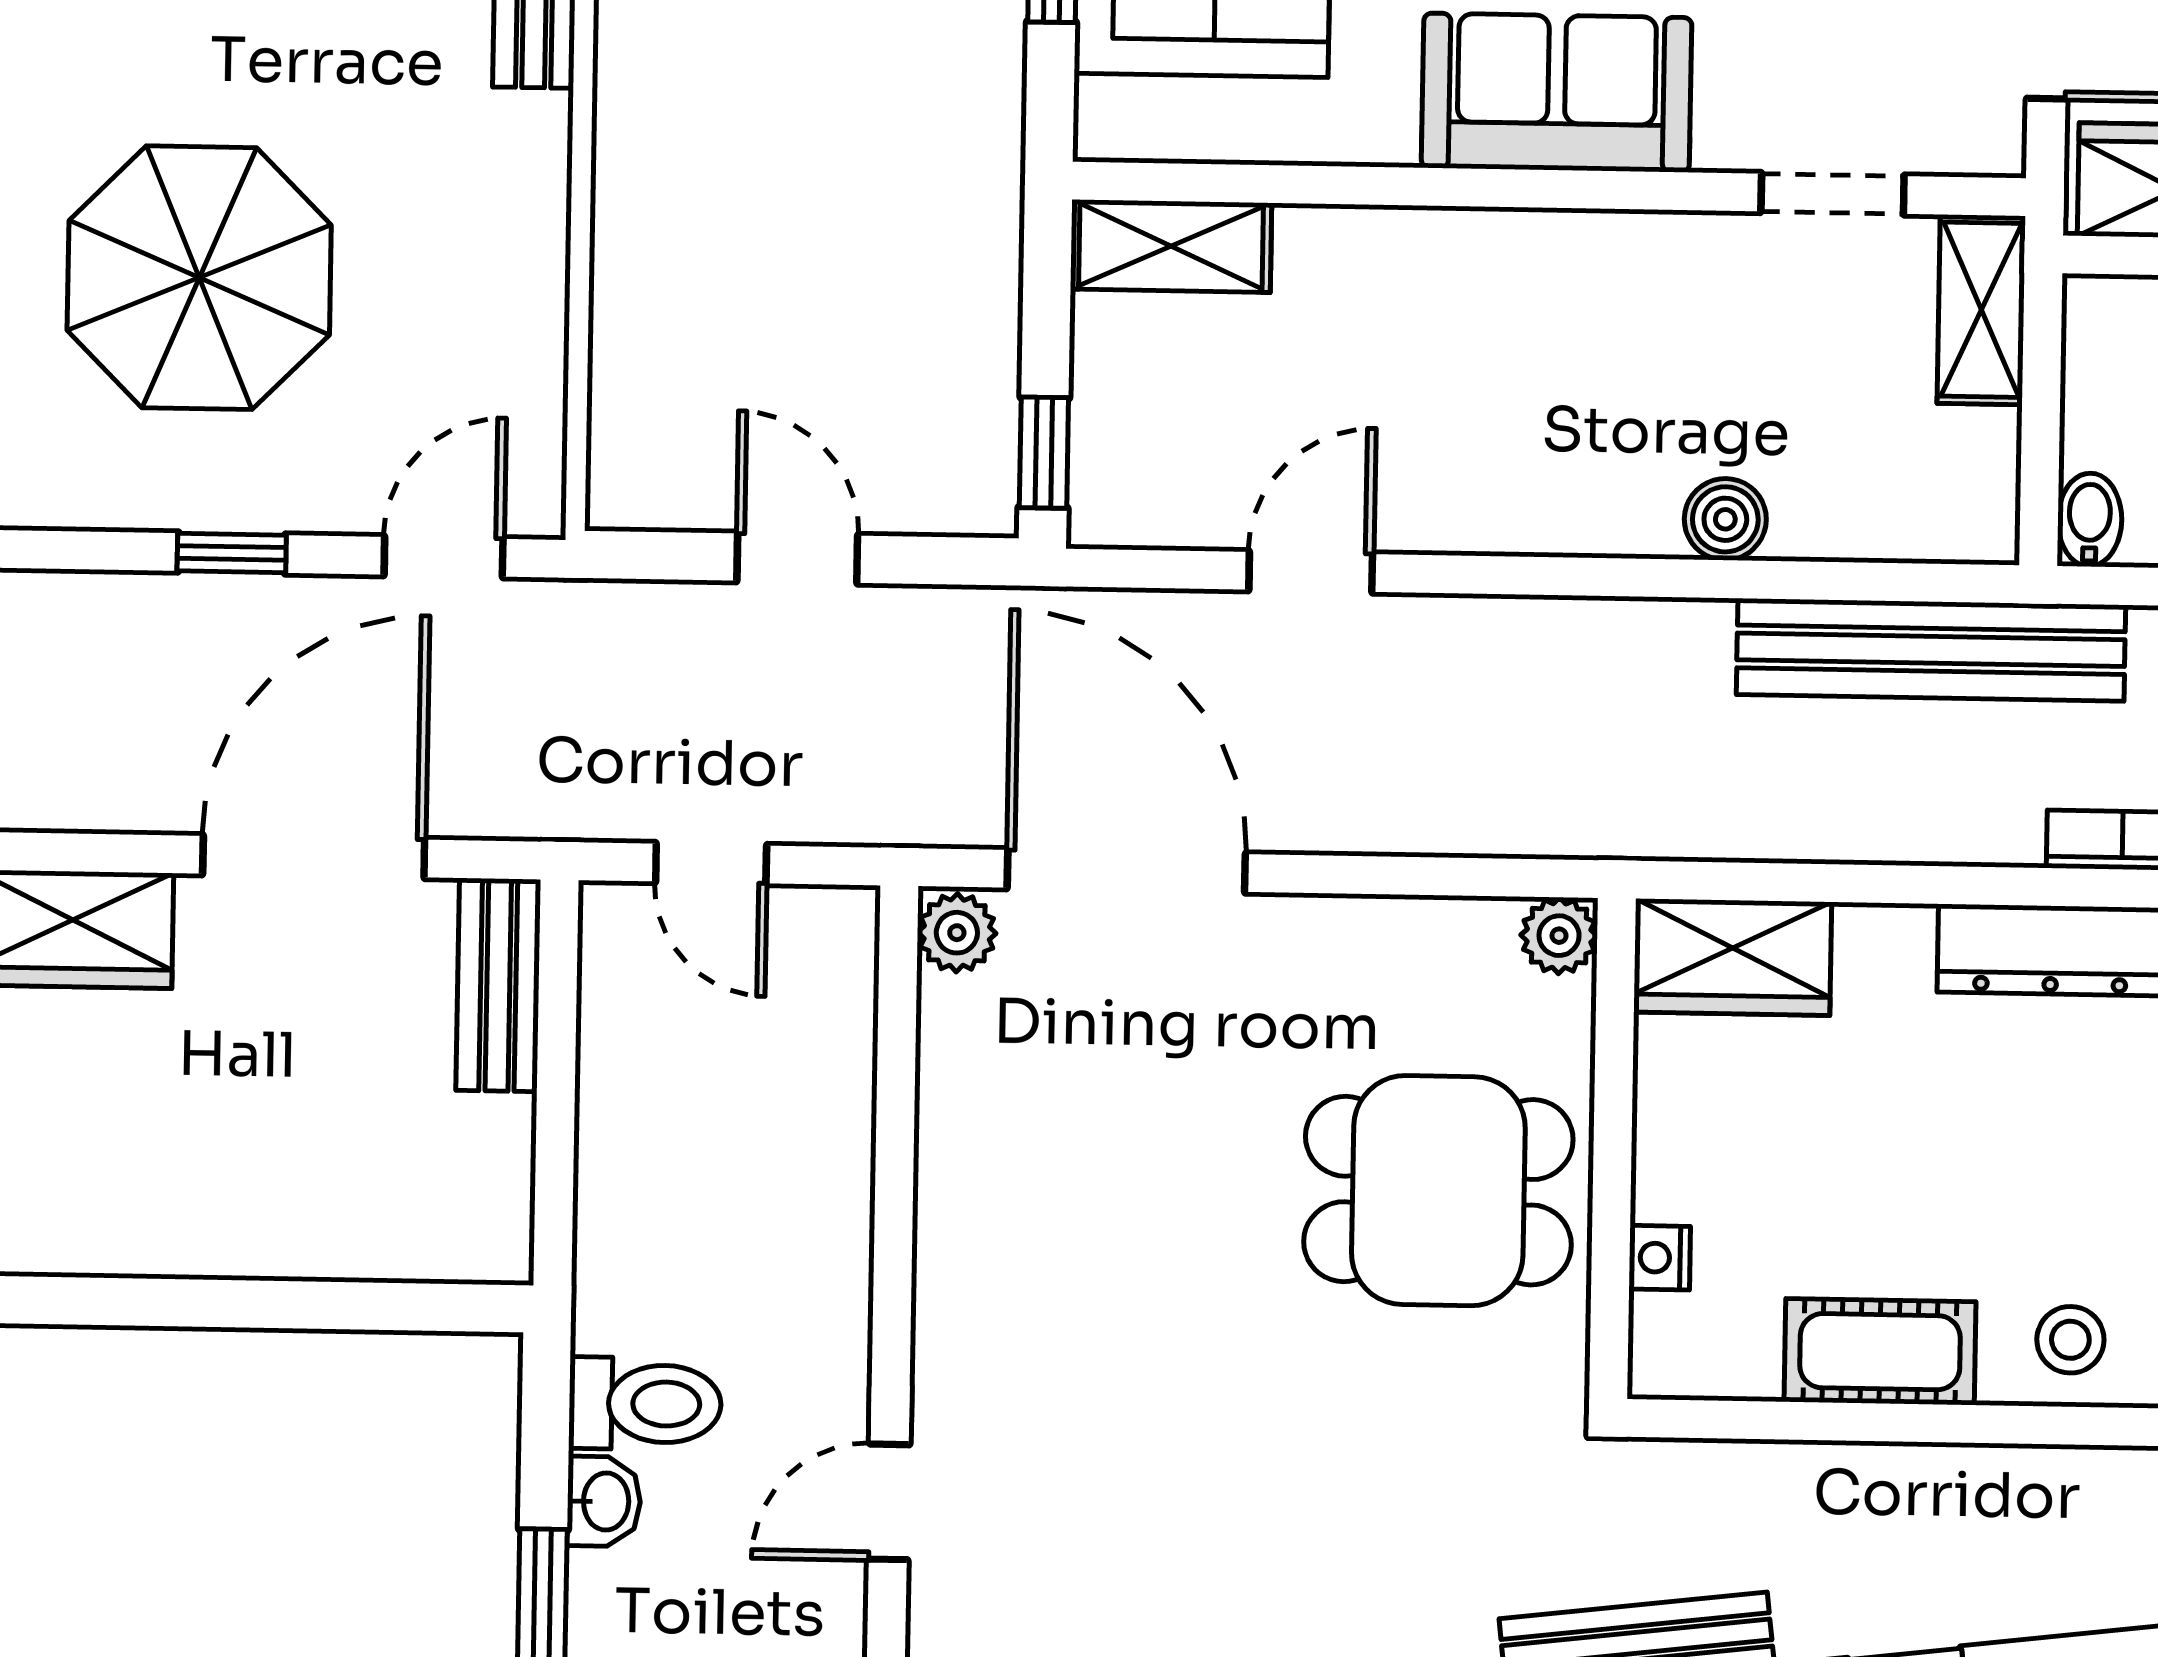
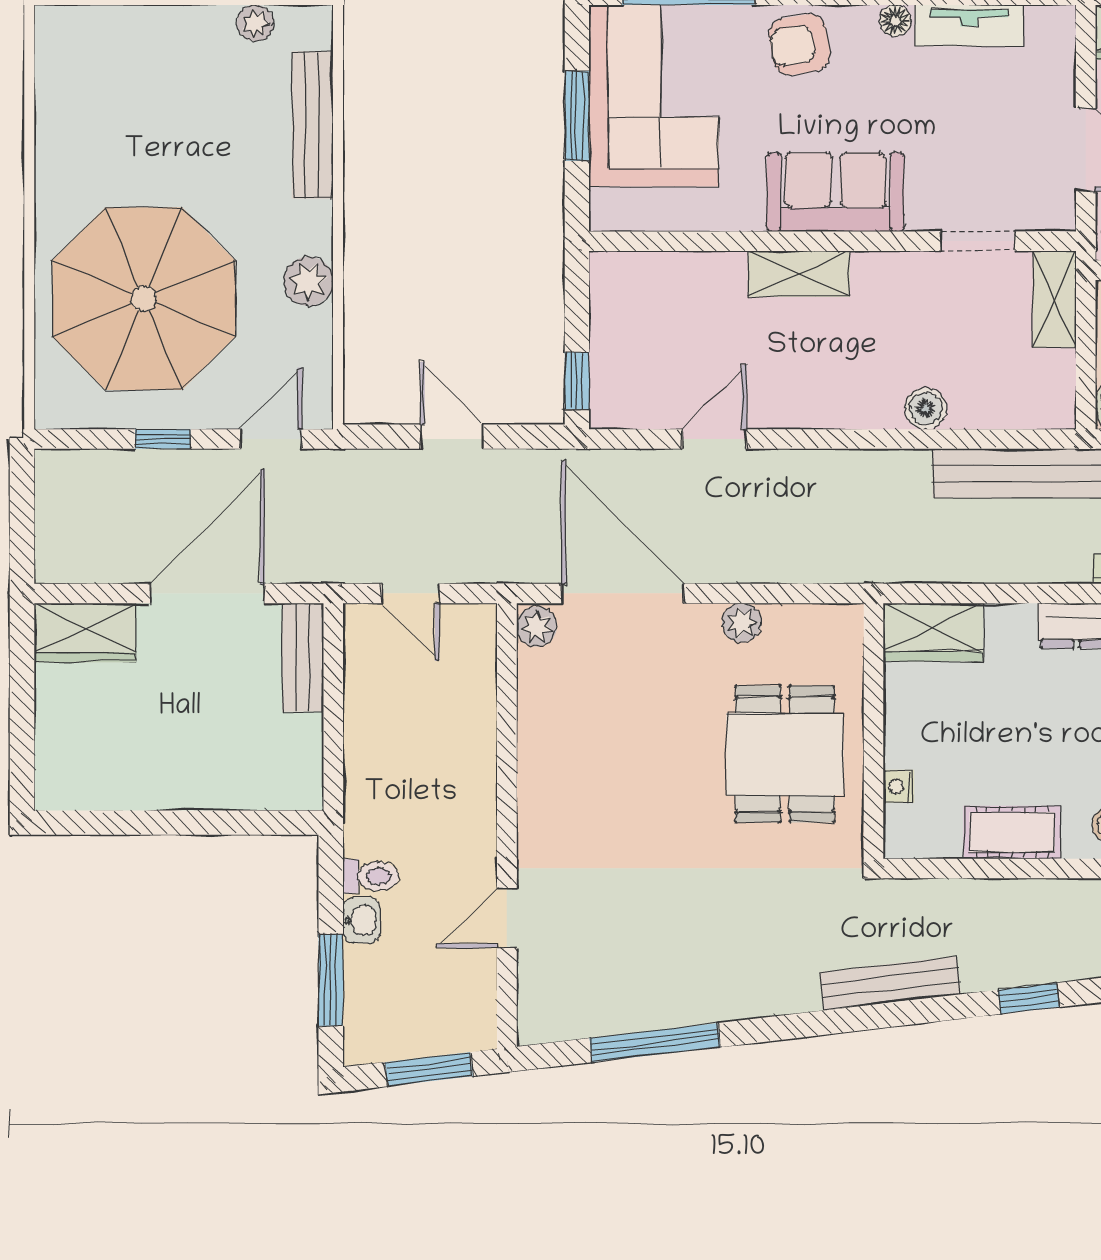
shelving: (1171, 246) -> (799, 274), moved
plant: (522, 249) -> (308, 281), added
parasol: (199, 278) -> (144, 299), width x1.36, depth x1.36
plant: (1559, 936) -> (742, 623), moved
dining table: (1438, 1191) -> (785, 754), turned 90
toilet: (645, 1404) -> (371, 876), width x0.73, depth x0.72

